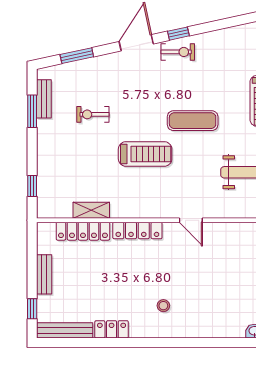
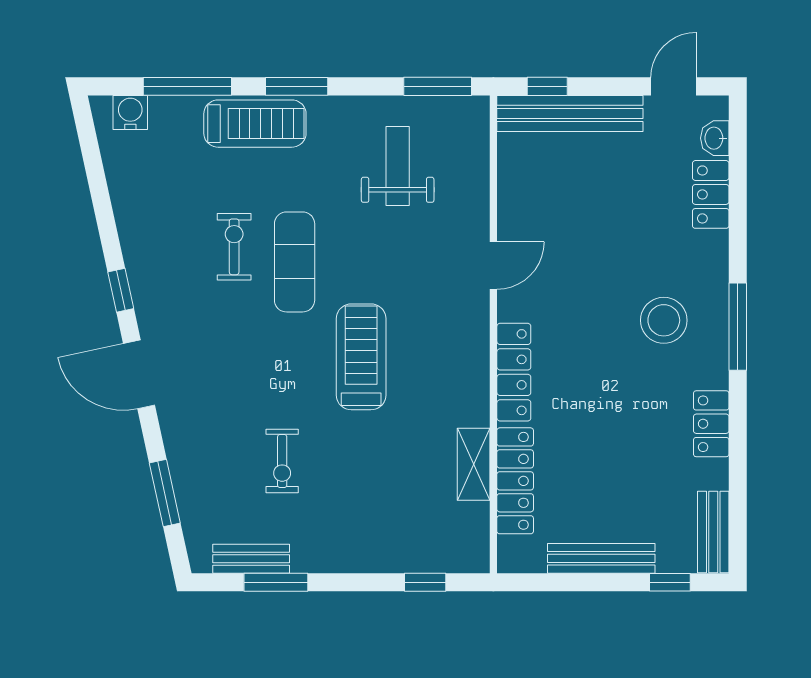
exercise bike: (178, 52) -> (234, 247), moved
bench: (44, 274) -> (601, 558), width x1.36
stool: (163, 306) -> (664, 320), width x1.89, depth x1.89
locker: (226, 329) -> (711, 194), added
bench: (65, 330) -> (713, 532), width x0.73
window: (160, 343) -> (738, 327), added

